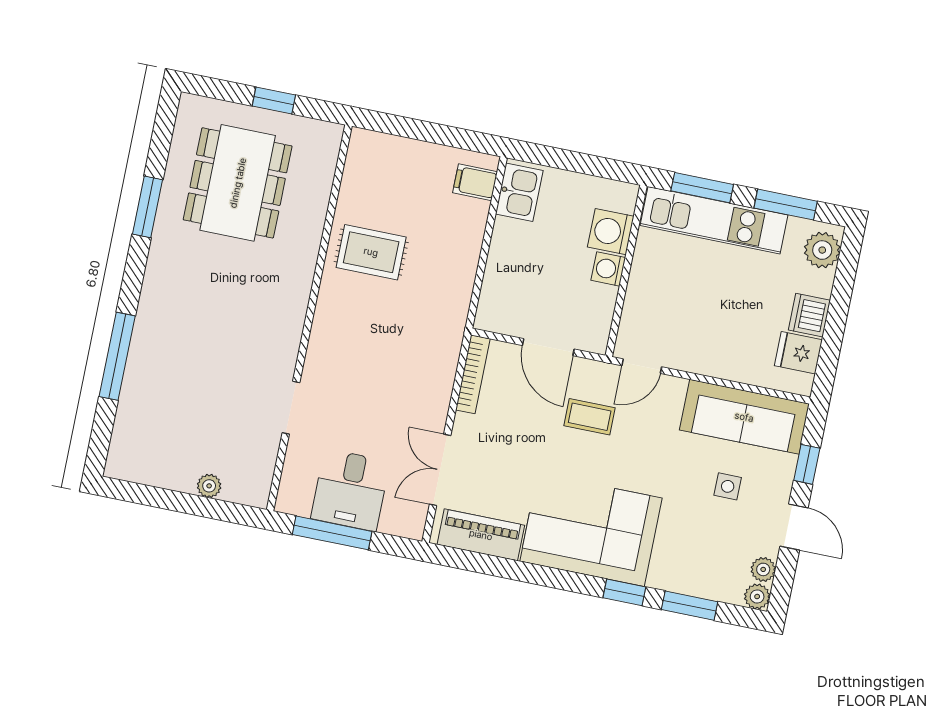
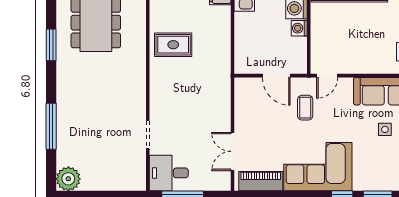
bookcase: (473, 374) -> (239, 98), removed
coffee table: (590, 417) -> (305, 108), turned 90
plant: (209, 486) -> (68, 179), moved, width x1.88, depth x1.88
desk: (350, 490) -> (169, 173), moved, turned 90

